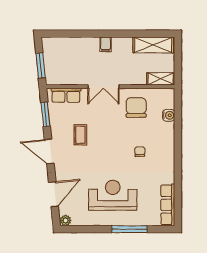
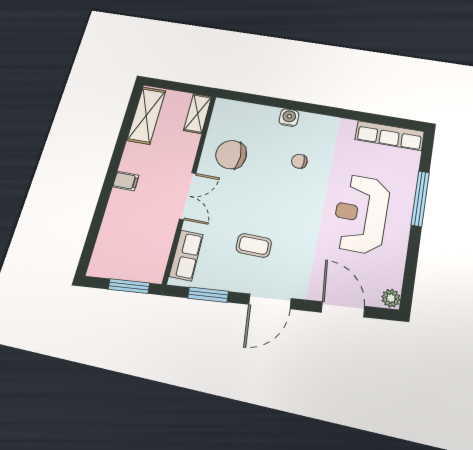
water cooler: (169, 115) -> (289, 118), moved

